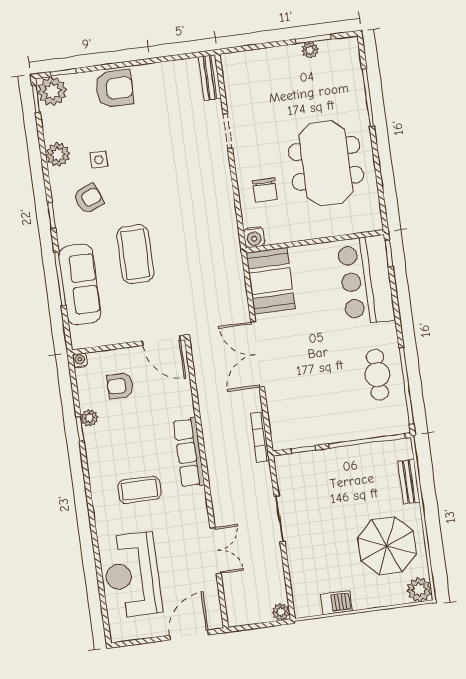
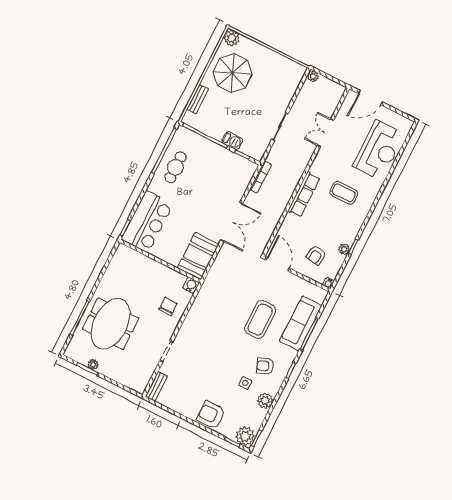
meeting table: (326, 163) -> (111, 324), moved
armchair: (120, 386) -> (316, 255), turned 97
barbecue: (336, 603) -> (232, 141), moved, turned 180

